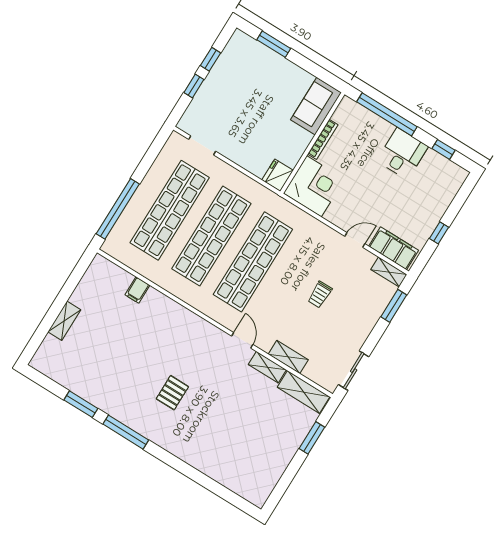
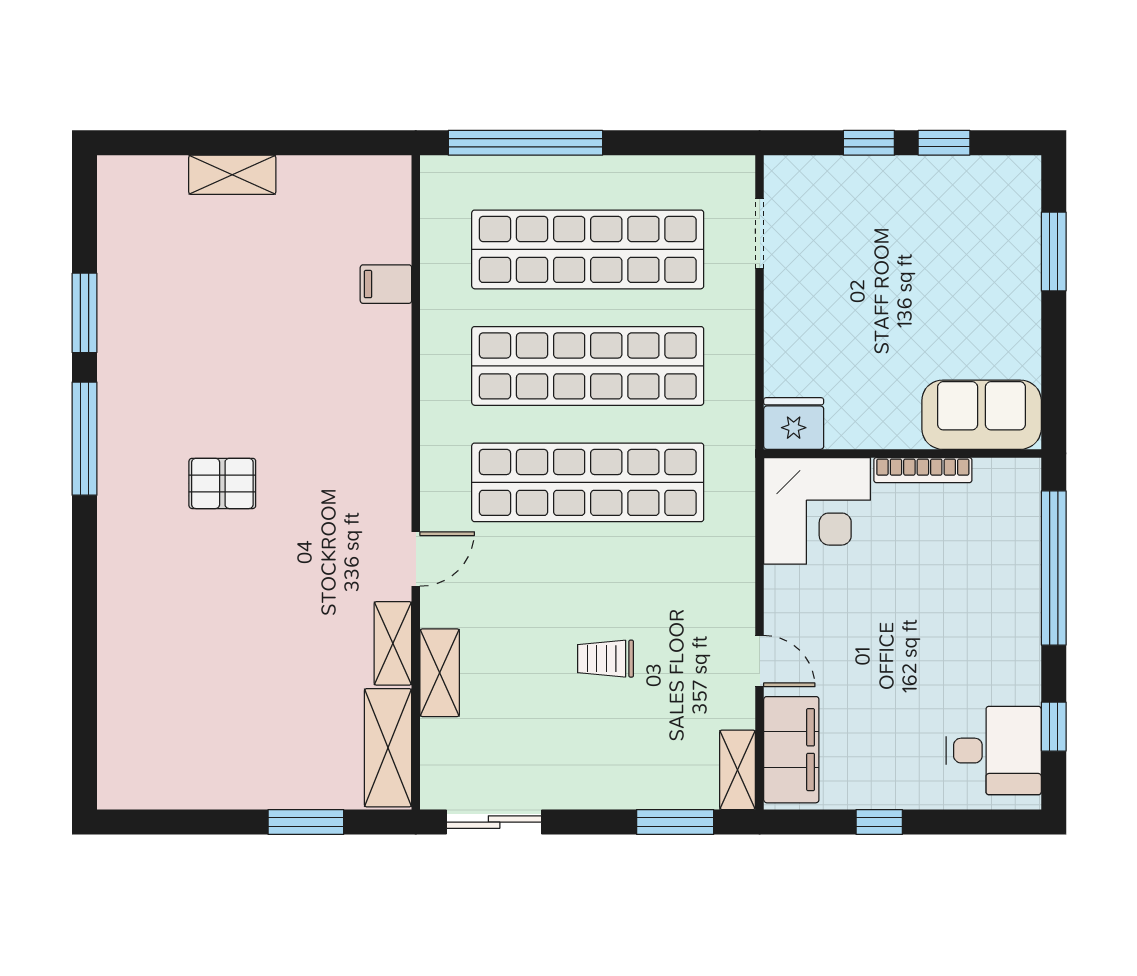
desk: (402, 154) -> (994, 751), moved

